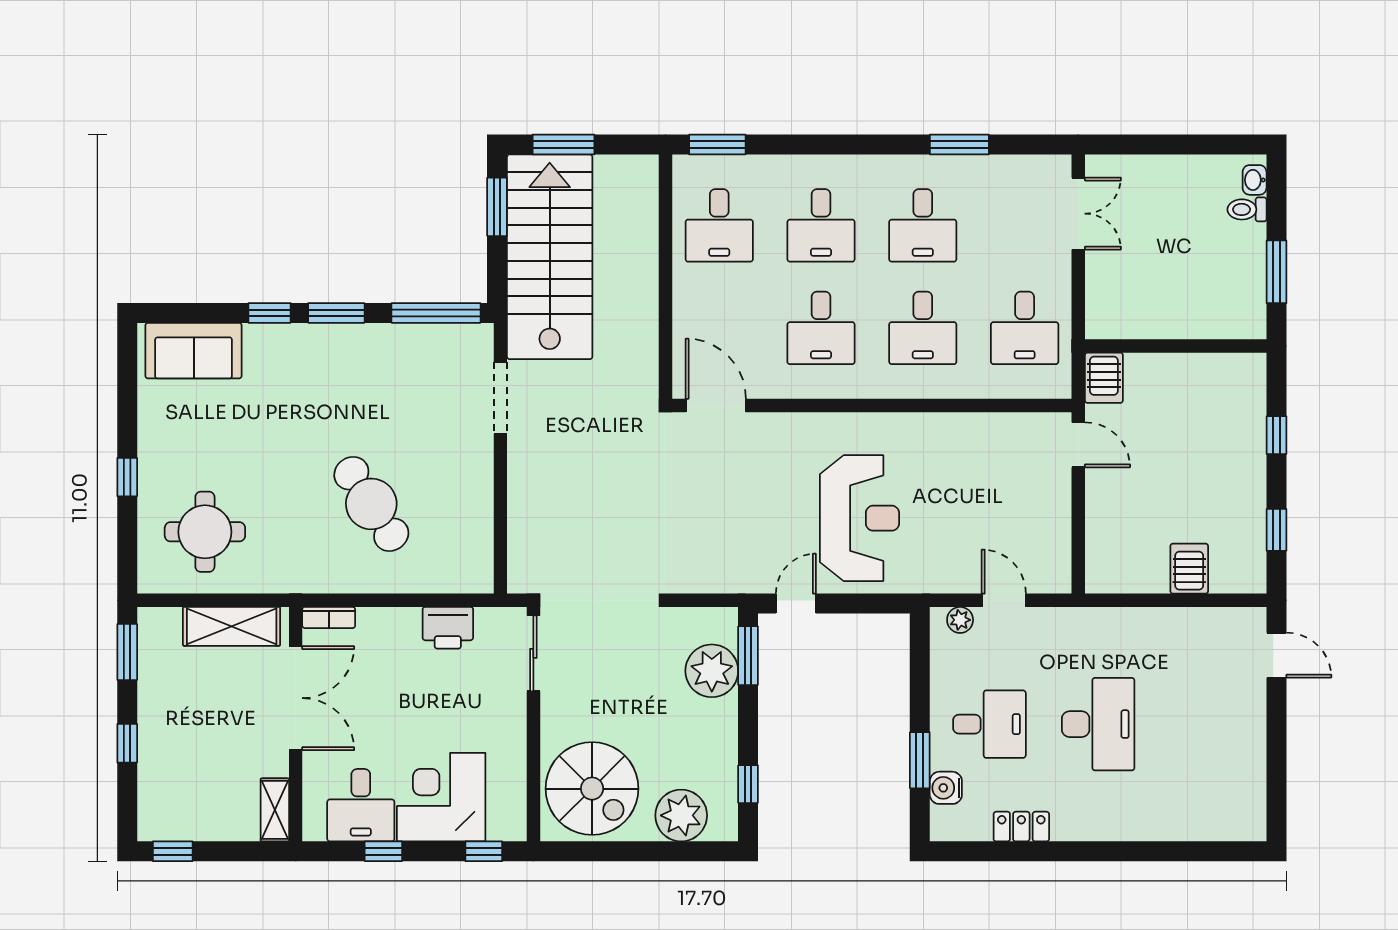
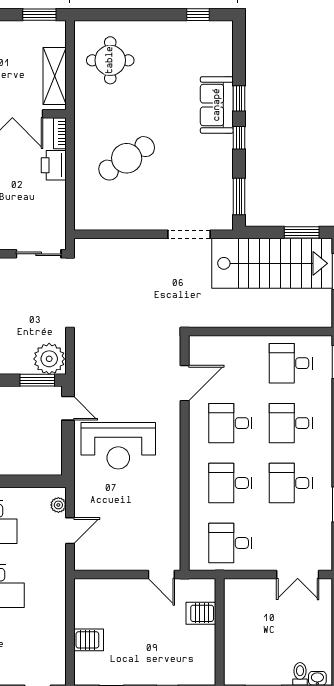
window: (336, 313) -> (239, 138), width x0.67
window: (436, 313) -> (239, 196), width x0.69
sofa: (194, 351) -> (217, 105), moved
server rack: (1104, 378) -> (201, 613), moved
door: (716, 405) -> (185, 383), moved
door: (1078, 445) -> (161, 575), hinge flipped
window: (127, 477) -> (198, 15), moved
printer: (448, 628) -> (54, 165), moved
plant: (712, 671) -> (49, 359), moved

